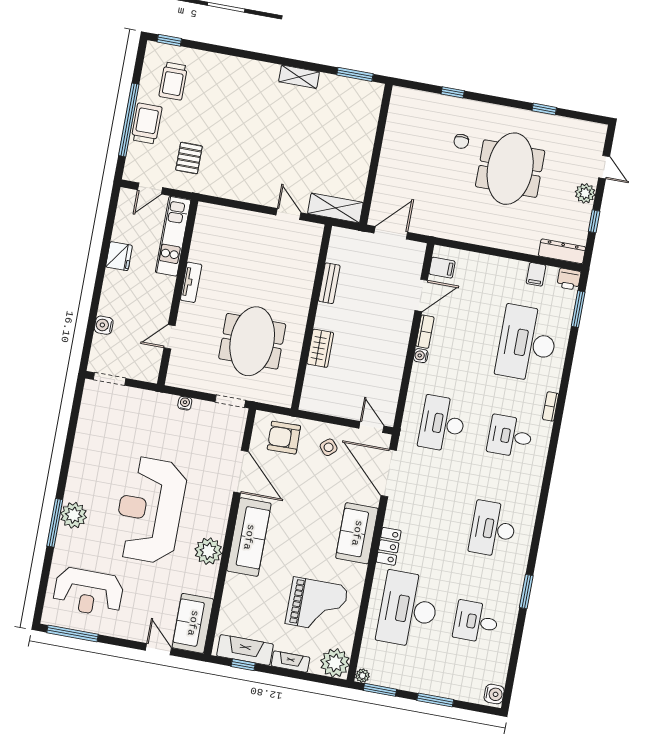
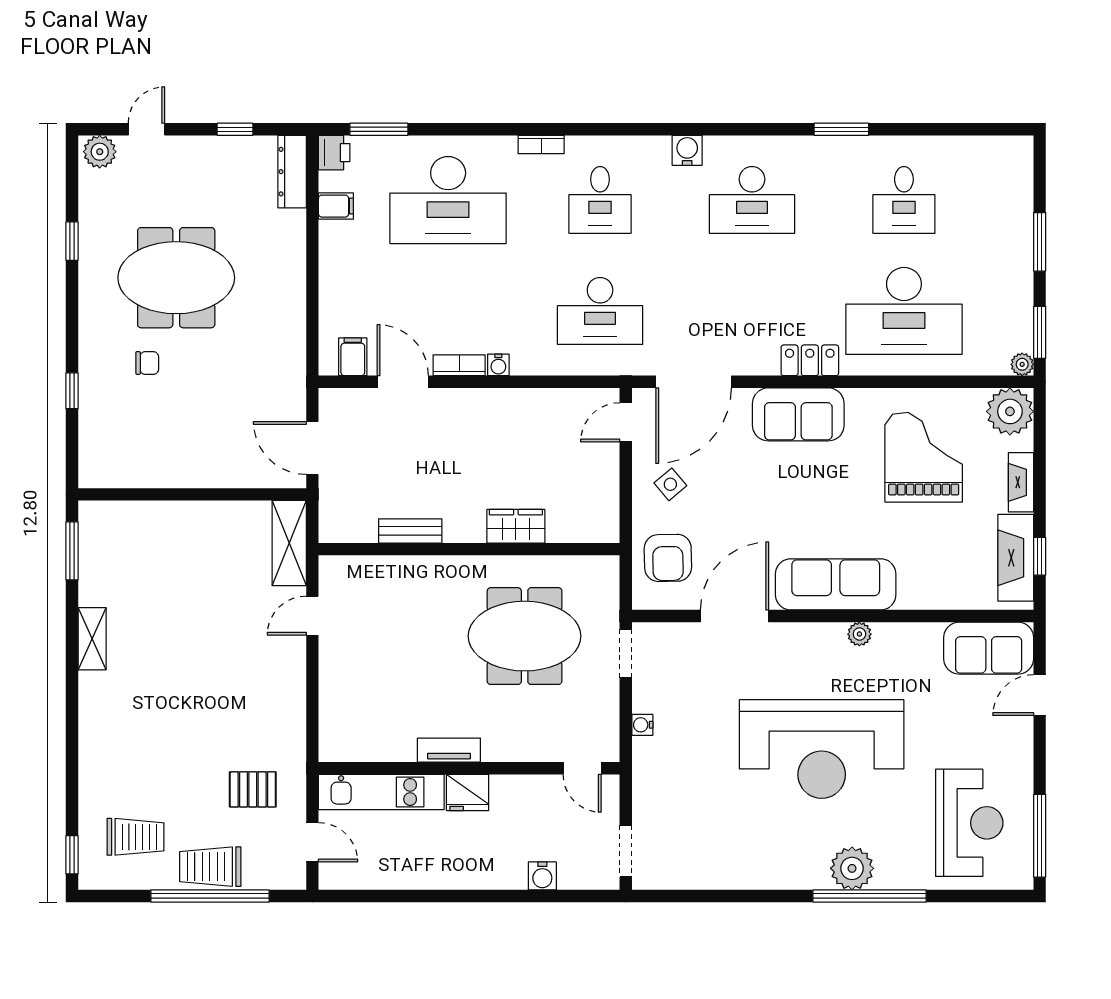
plant: (585, 193) -> (100, 152), moved
fridge: (119, 256) -> (468, 792), moved, turned 180
door: (170, 337) -> (582, 768), moved
window: (55, 523) -> (870, 896), width x1.46
plant: (208, 551) -> (859, 634), width x0.53, depth x0.53
water cooler: (494, 694) -> (687, 150), moved

